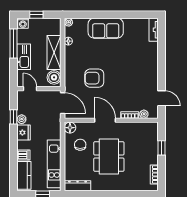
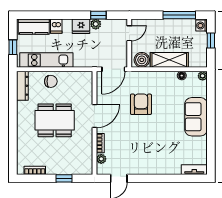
kitchen sink: (24, 57) -> (164, 26), removed
floor lamp: (70, 128) -> (86, 77), removed
chair: (80, 145) -> (51, 81), moved

